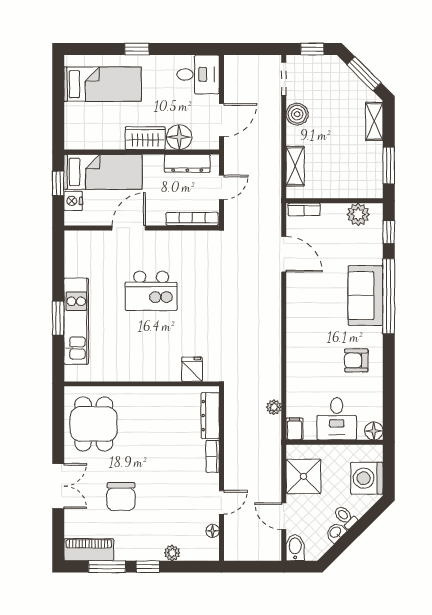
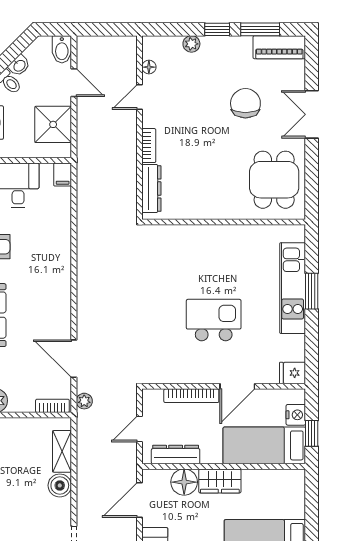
boiler: (297, 114) -> (60, 485), moved
bookcase: (192, 219) -> (191, 396), moved
fridge: (192, 369) -> (292, 373), moved, turned 90
plant: (274, 407) -> (84, 401), moved

